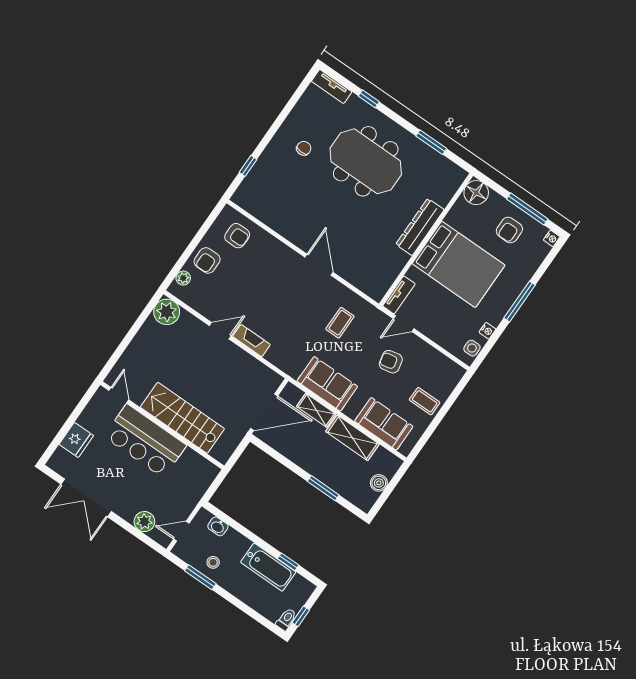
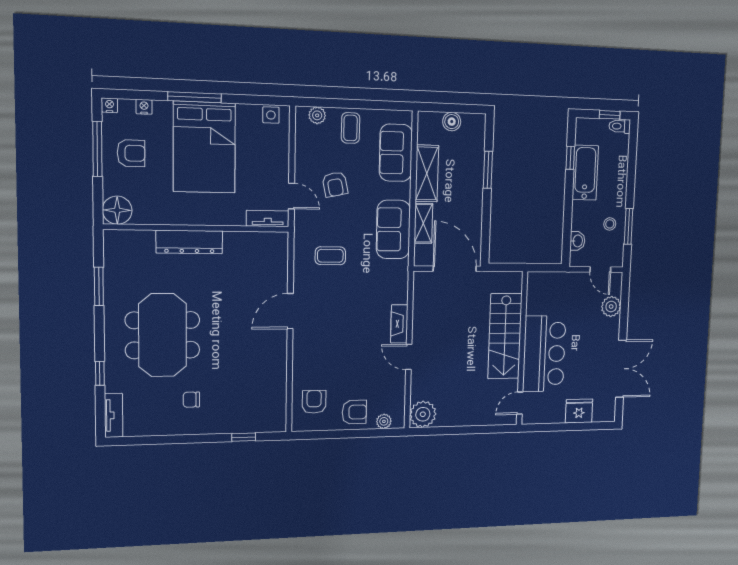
bed: (459, 264) -> (204, 147), moved, turned 180
nightstand: (487, 331) -> (144, 107), moved
plant: (450, 382) -> (317, 115), added

